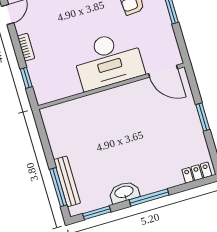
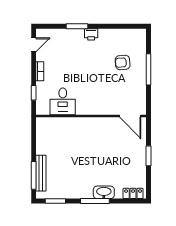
desk: (108, 60) -> (63, 101), moved, width x0.53, depth x0.77
washbasin: (124, 192) -> (104, 192), moved

